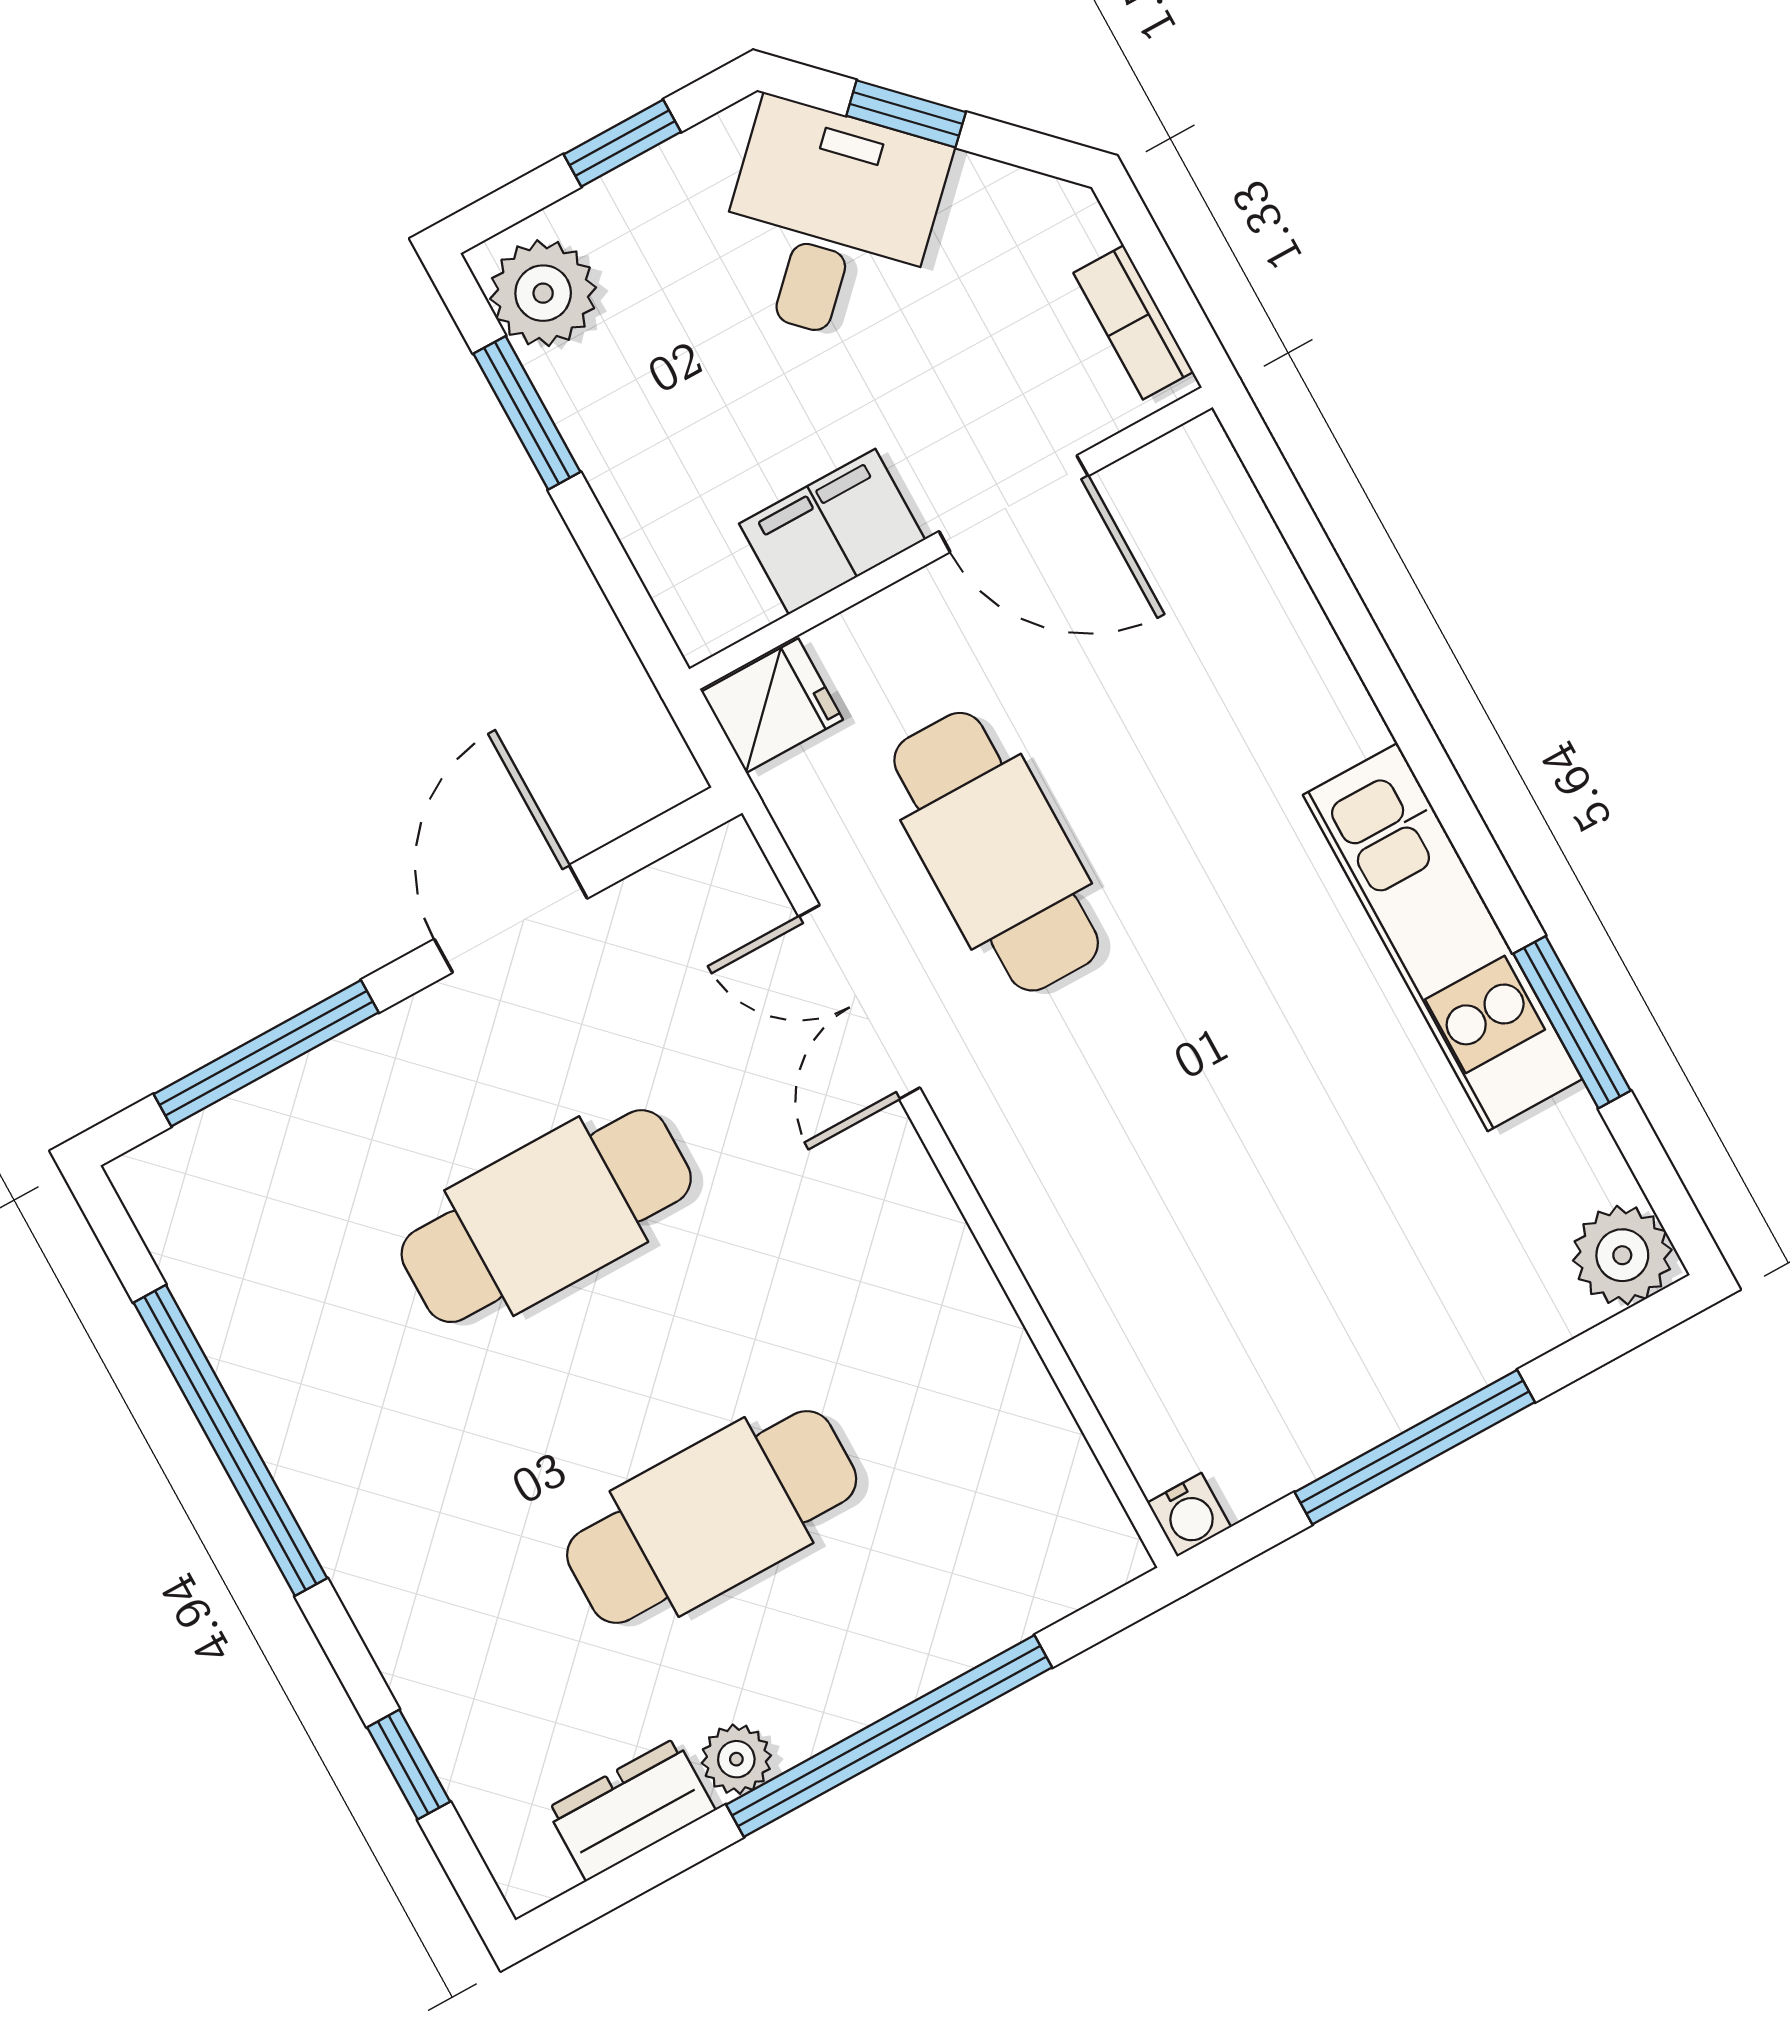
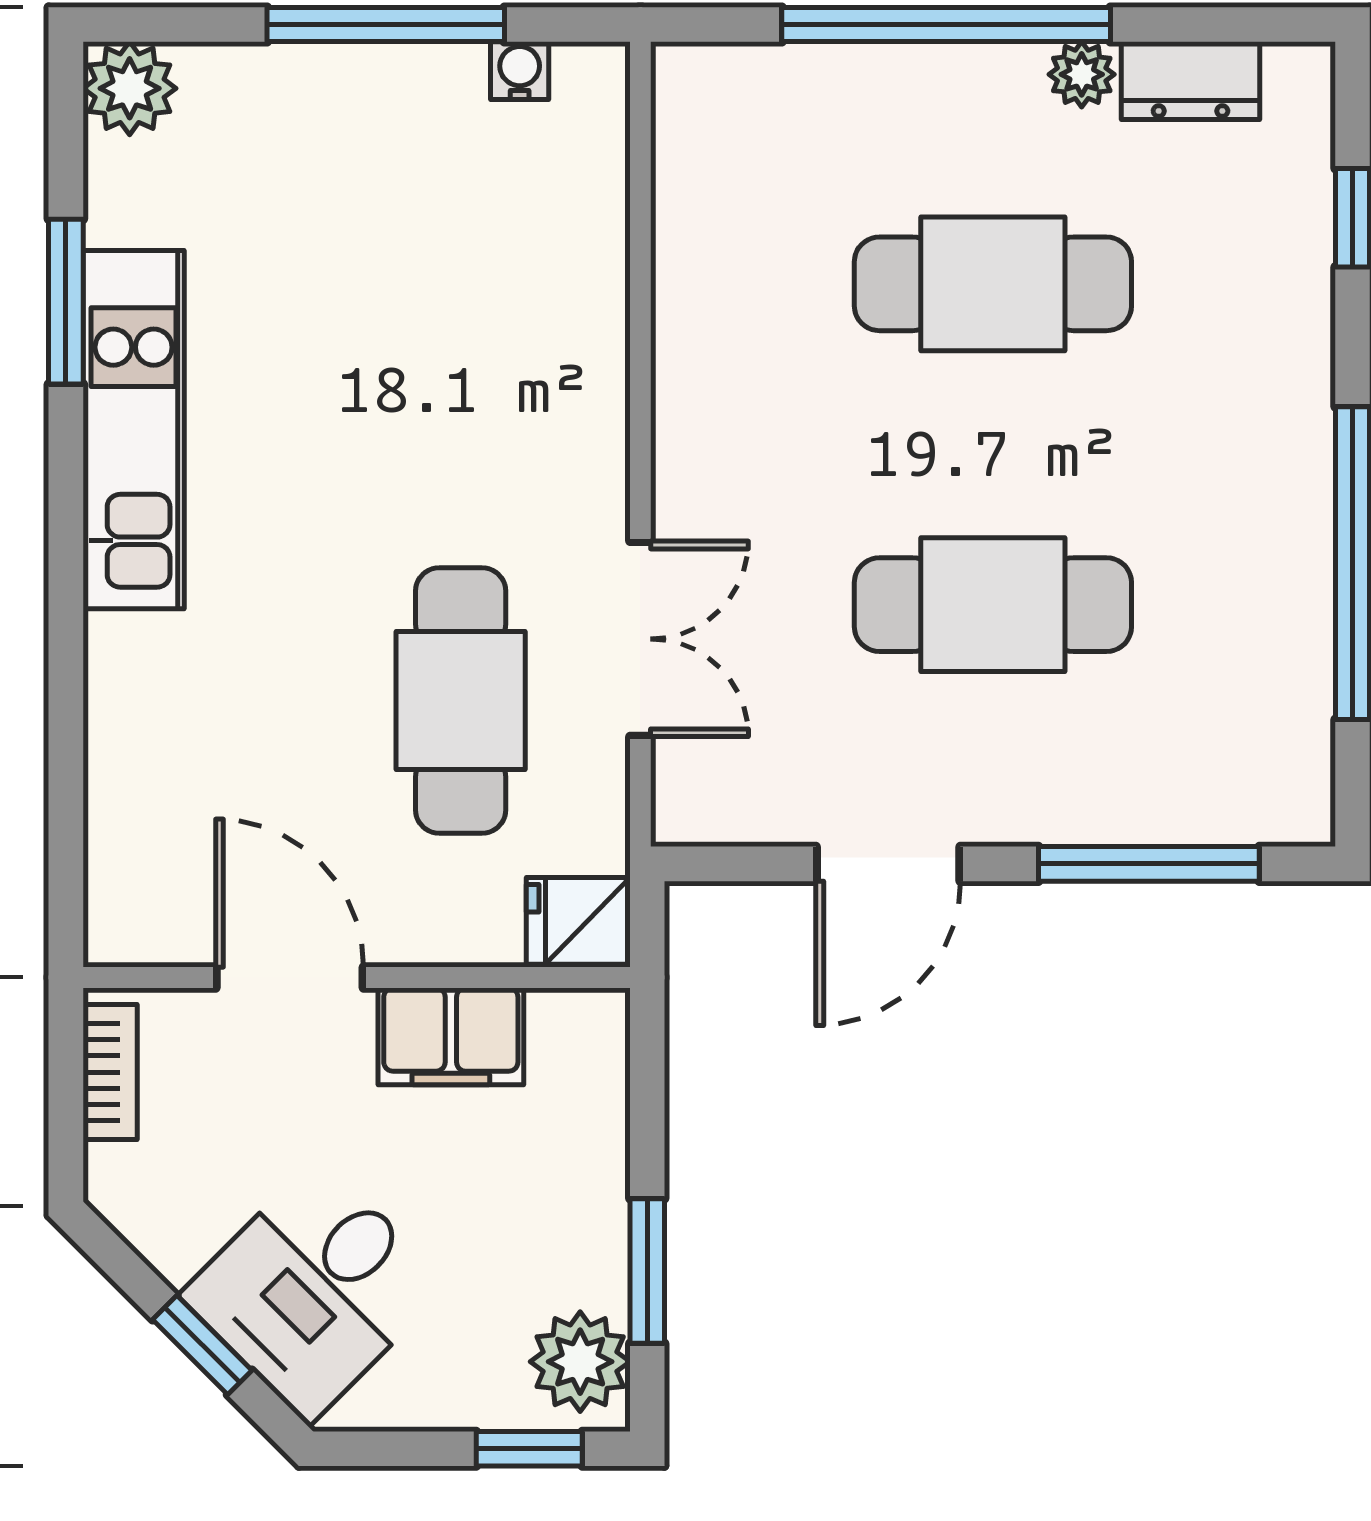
window: (622, 143) -> (529, 1449), moved
water cooler: (1189, 1515) -> (520, 71), moved

